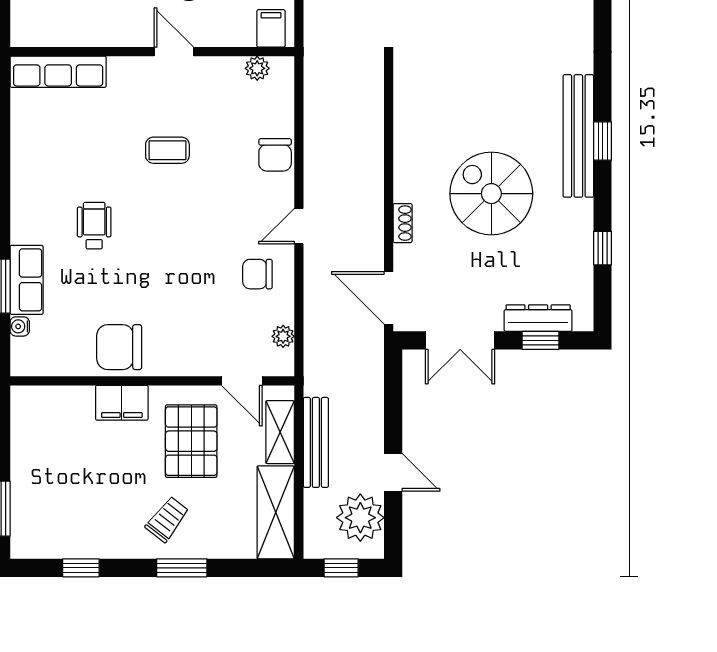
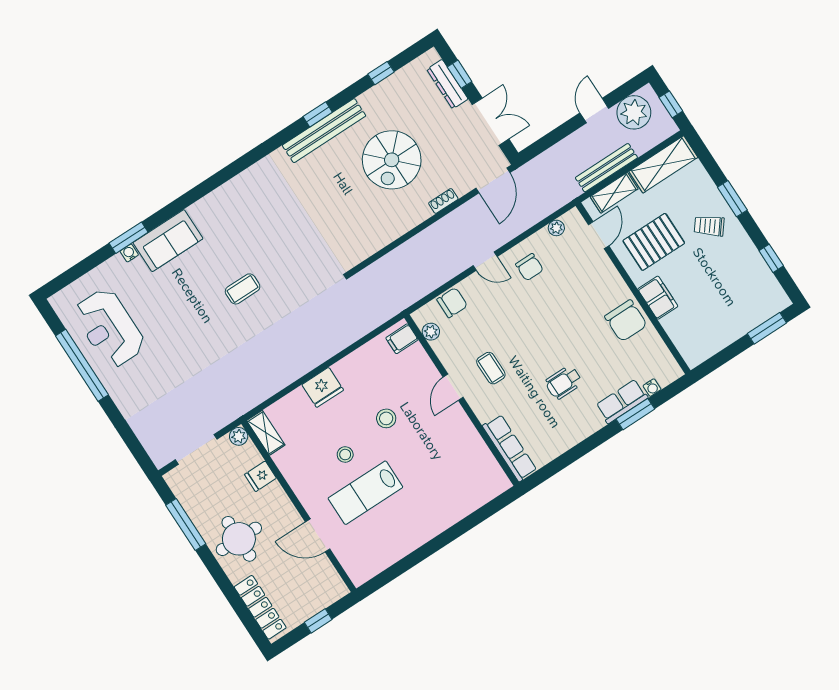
filing cabinet: (271, 28) -> (402, 339), moved
wall: (152, 52) -> (461, 400), moved
door: (174, 52) -> (453, 387), moved
plant: (257, 68) -> (431, 332), moved
row of seats: (58, 72) -> (510, 448), moved

